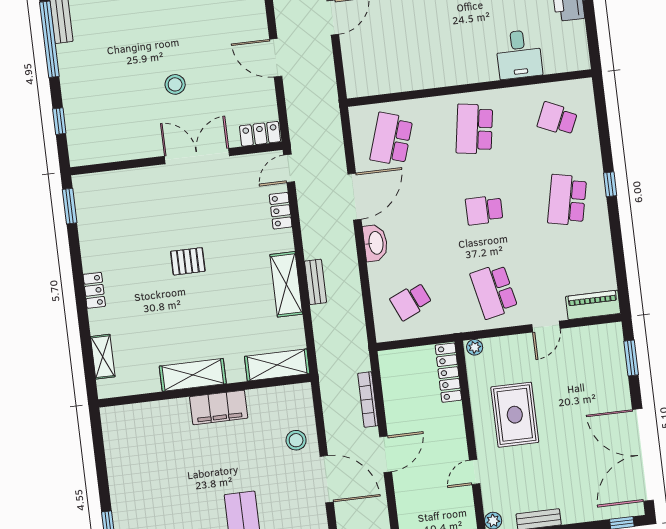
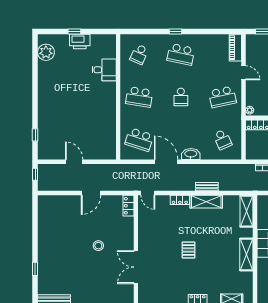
double door: (197, 156) -> (136, 267), moved
locker: (281, 211) -> (180, 200), moved

